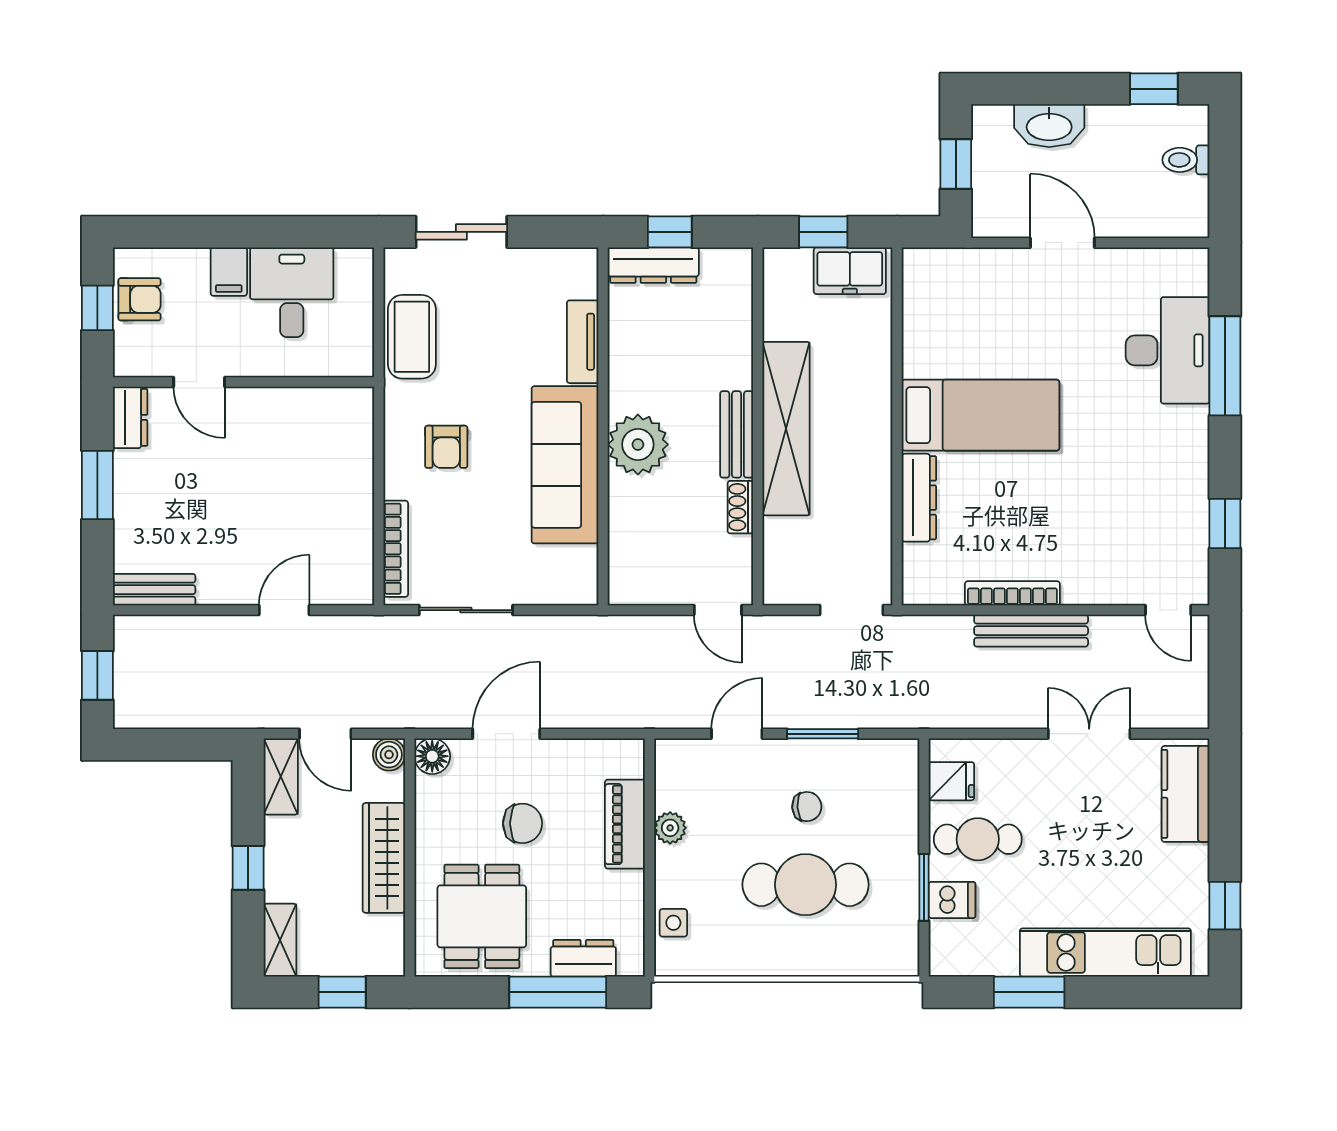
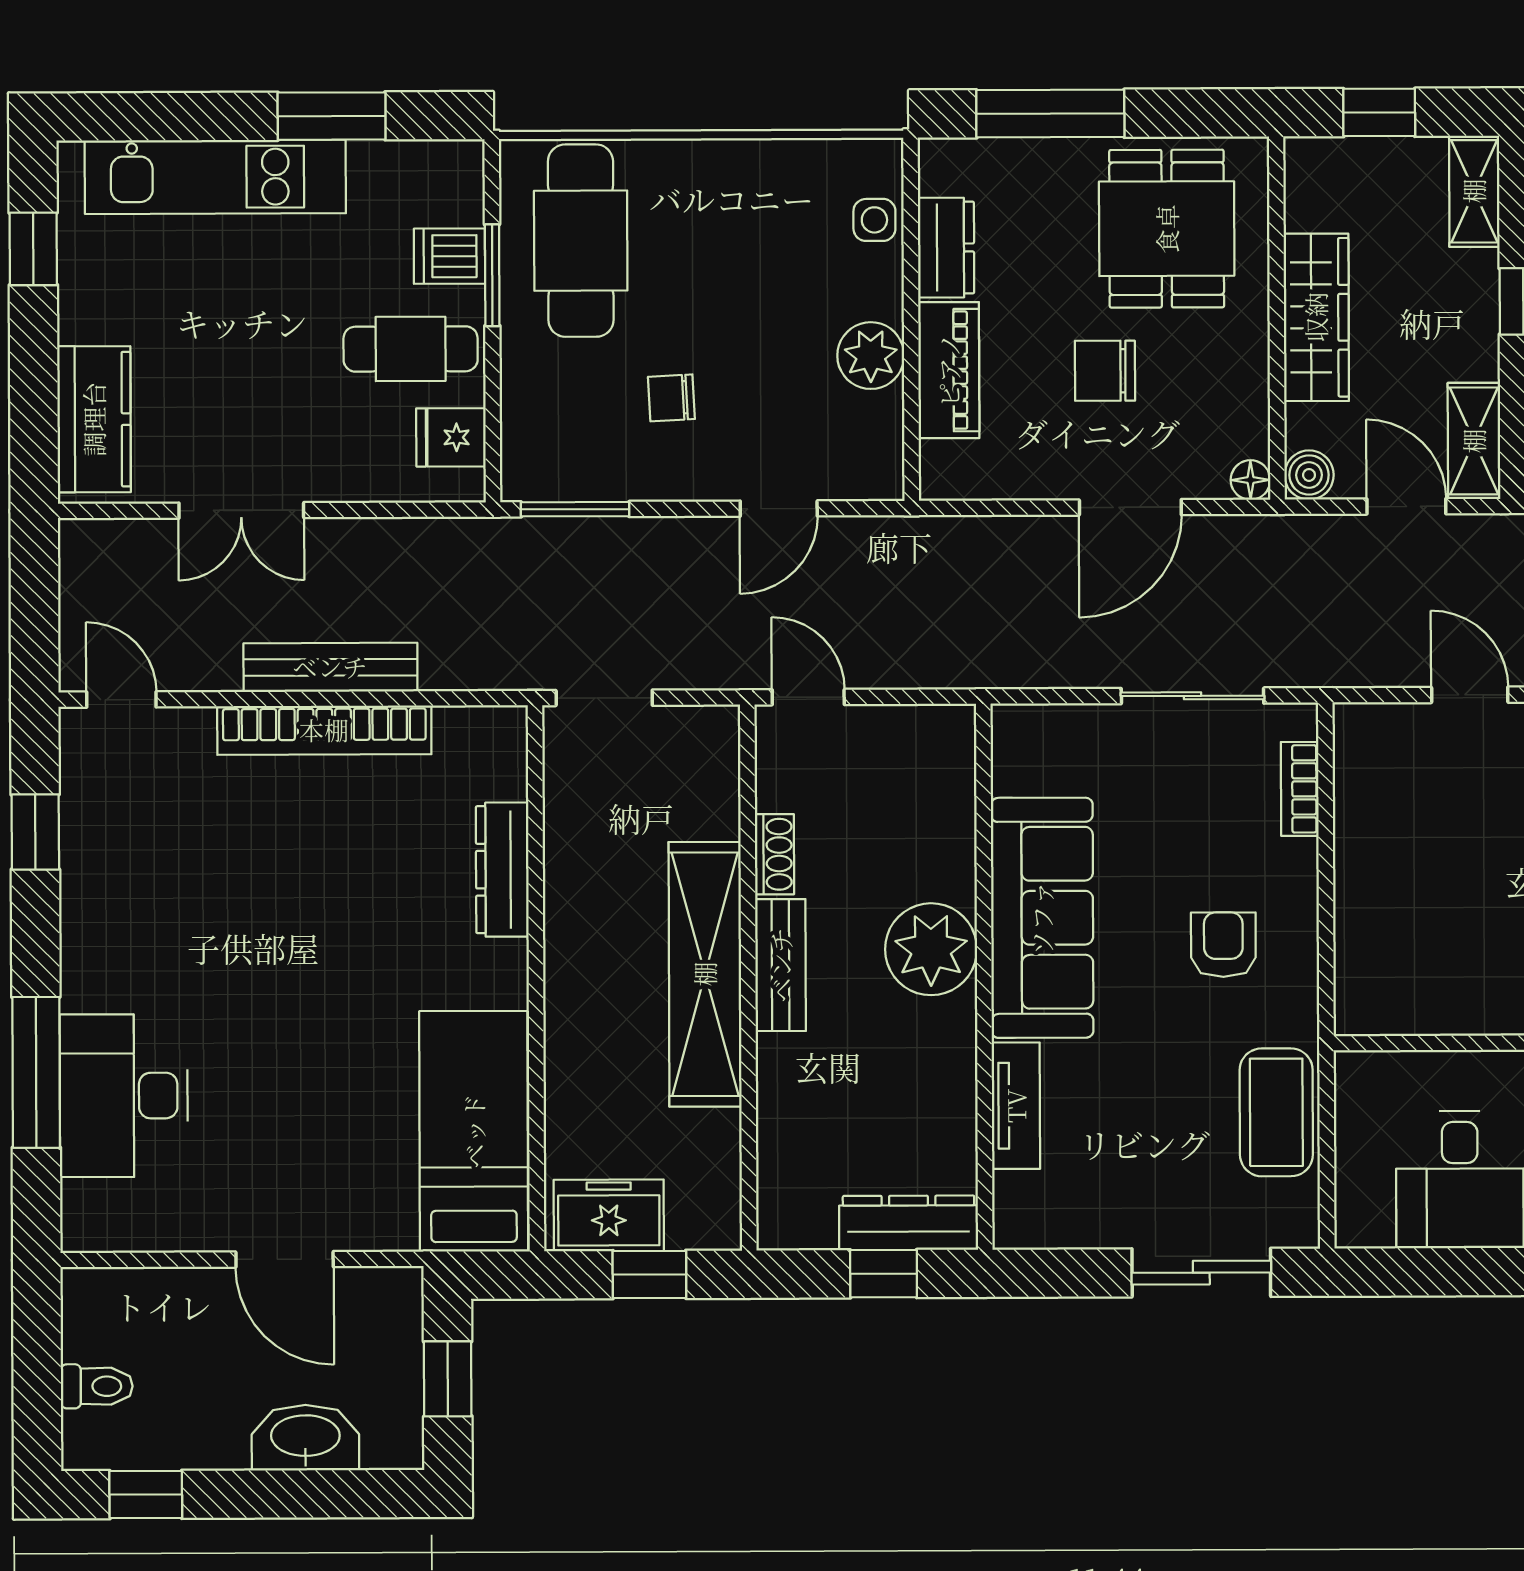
bed: (980, 415) -> (474, 1131), moved, turned 90
bookcase: (396, 549) -> (1300, 789), width x0.64
bookcase: (1012, 593) -> (324, 730), width x1.48, depth x1.31
door: (284, 610) -> (1470, 695), swing flipped
window: (823, 734) -> (575, 509), moved
floor lamp: (432, 756) -> (1250, 480), width x0.73, depth x0.73
plant: (670, 828) -> (871, 356), width x1.38, depth x1.38
cafe table: (806, 885) -> (581, 241), moved, turned 90
dresser: (583, 958) -> (946, 248), moved, turned -90

